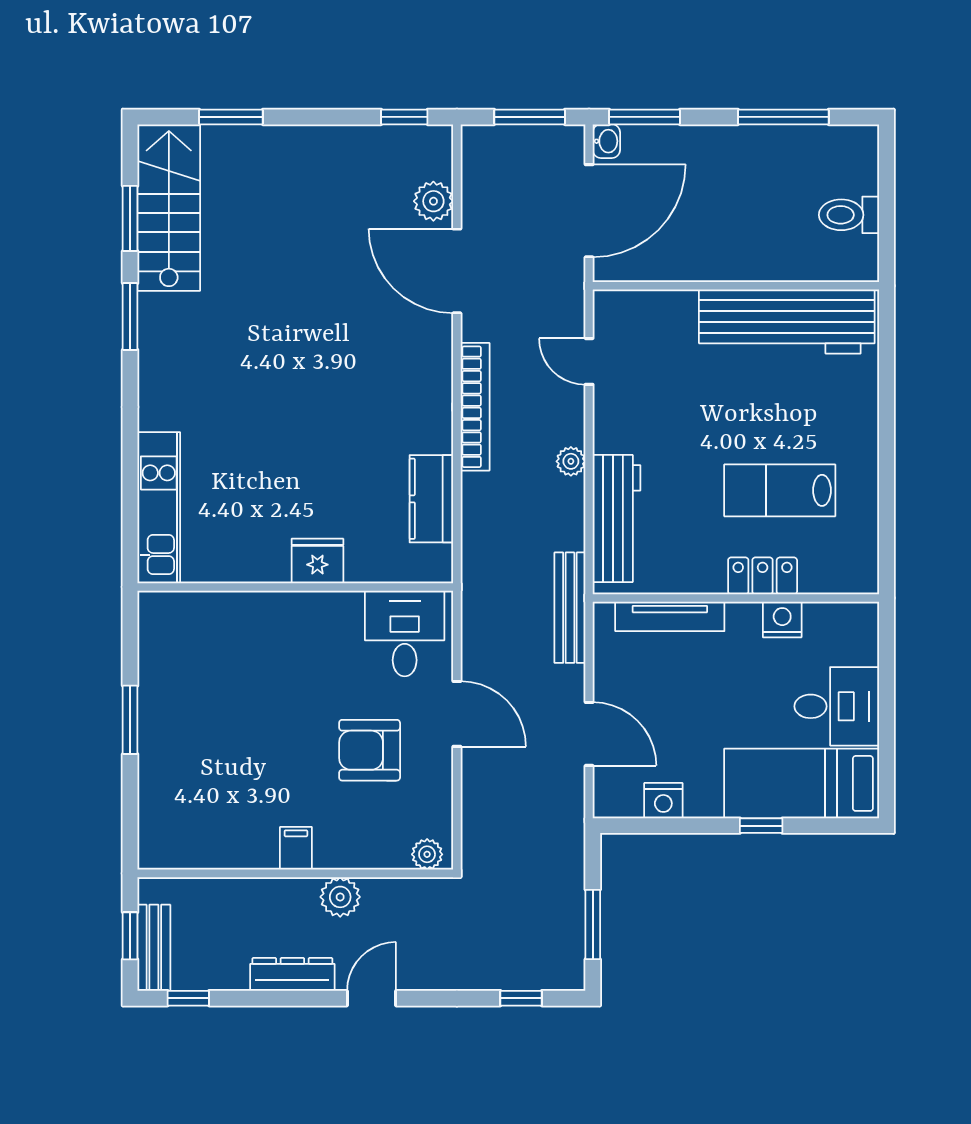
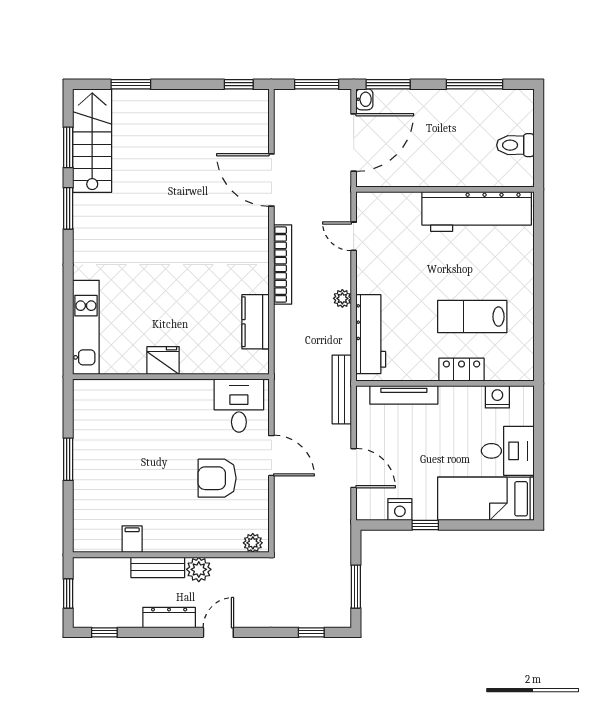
plant: (433, 201) -> (257, 137), removed
fridge: (317, 561) -> (163, 360), moved
nightstand: (782, 619) -> (497, 397), moved
window: (761, 826) -> (425, 525), moved
filing cabinet: (296, 848) -> (132, 539), moved
bench: (154, 948) -> (158, 567), moved, turned 90

